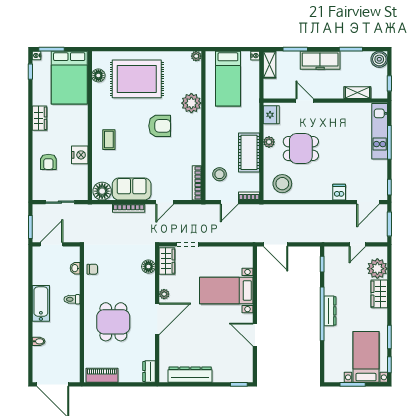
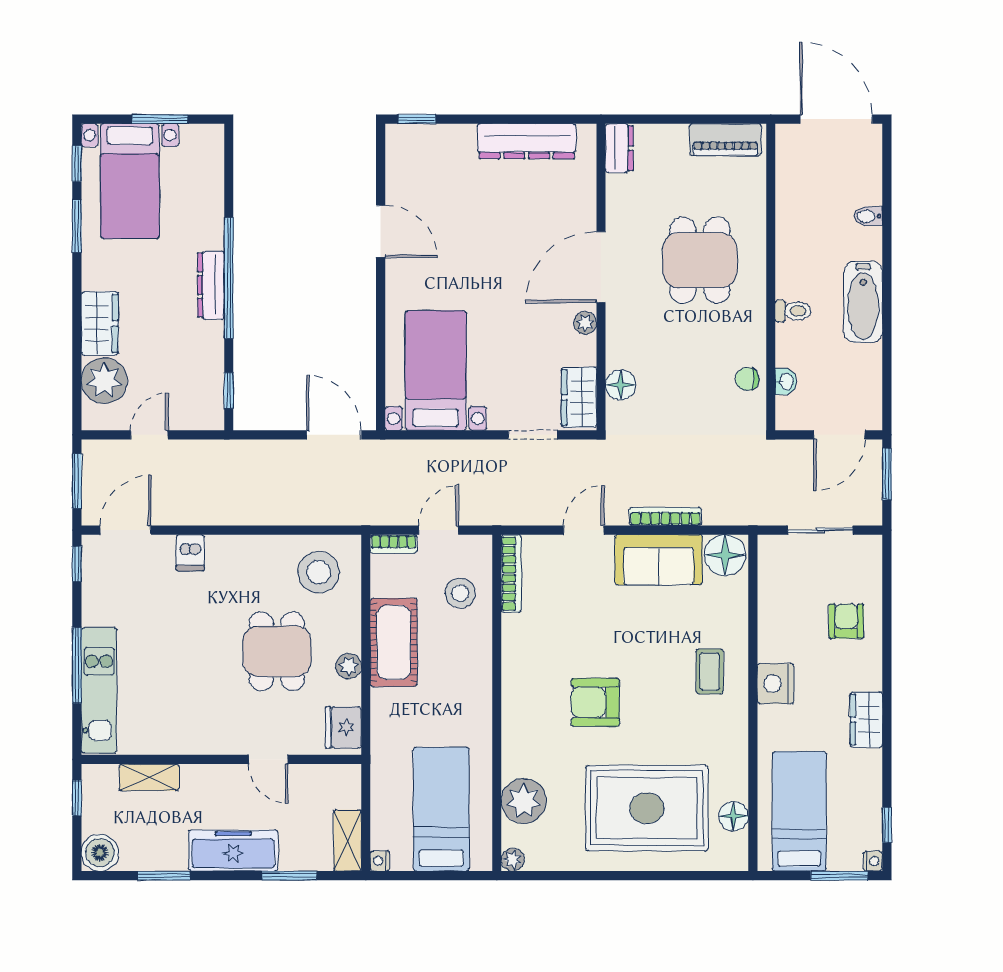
bed: (69, 78) -> (799, 811), width x0.67
plant: (191, 103) -> (524, 801), moved
dining table: (301, 148) -> (277, 651), turned 90
nightstand: (80, 155) -> (775, 684), moved
bed with nightstands: (226, 291) -> (436, 370), moved, turned -90

